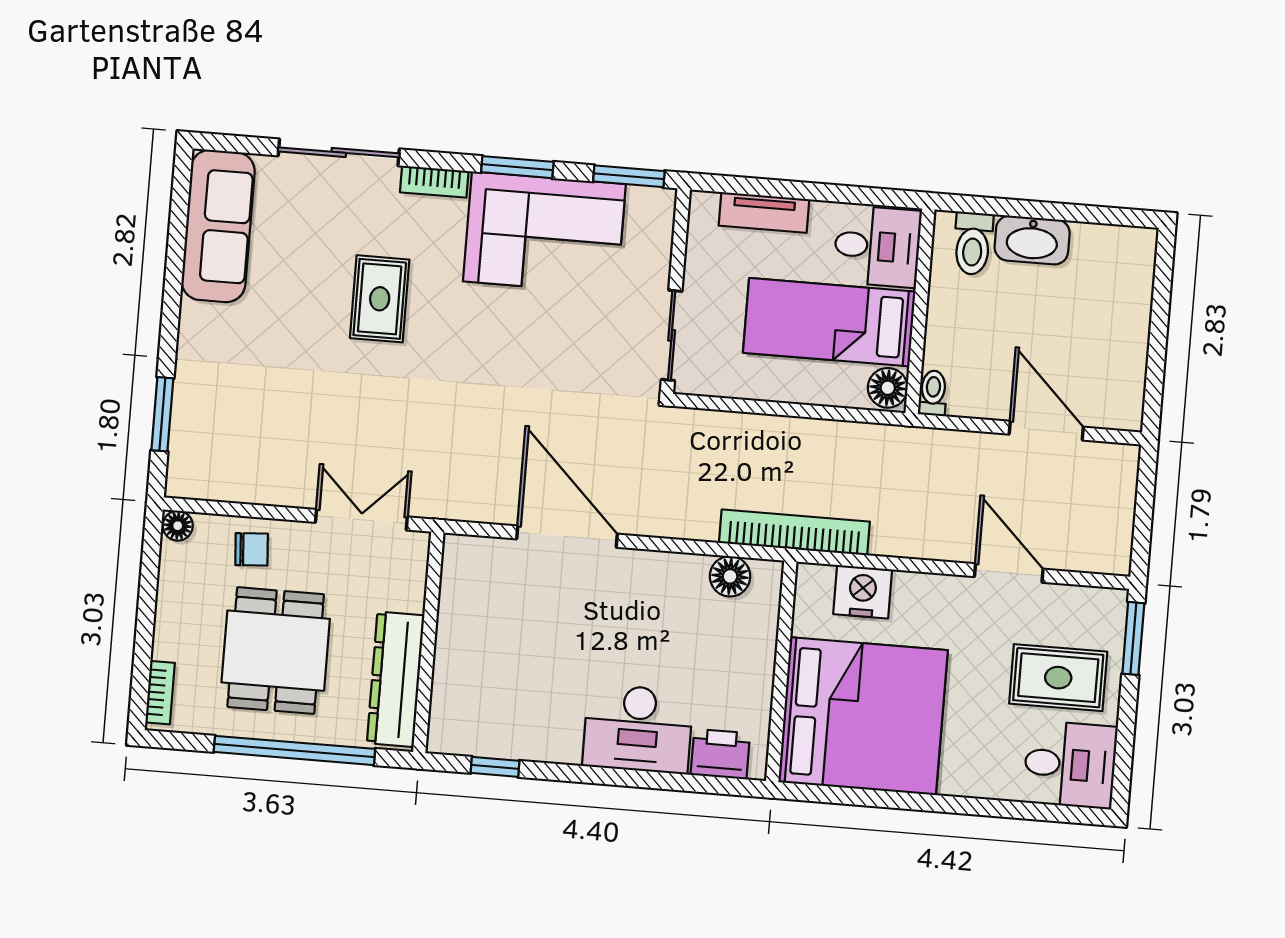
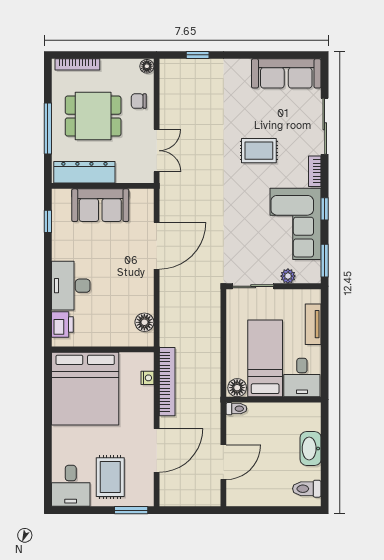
window: (517, 167) -> (325, 209), width x0.67
toilet: (973, 243) -> (307, 489), moved
plant: (656, 258) -> (288, 276), added
window: (162, 414) -> (198, 55), width x0.67
bookcase: (794, 532) -> (167, 382), moved
chair: (252, 549) -> (139, 101), turned 94
door: (1009, 573) -> (157, 450), width x1.36
nightstand: (863, 592) -> (147, 378), width x0.53, depth x0.56
sofa: (469, 651) -> (100, 205), added
bookcase: (160, 693) -> (77, 64), width x1.56
window: (294, 750) -> (48, 128), width x0.68

